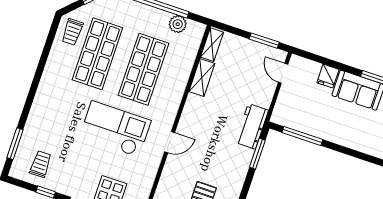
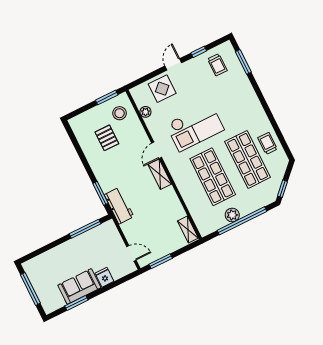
plant: (178, 24) -> (232, 215), moved
trolley: (72, 32) -> (268, 143), moved
shelving: (202, 77) -> (160, 174), moved
plant: (146, 186) -> (145, 112), added

